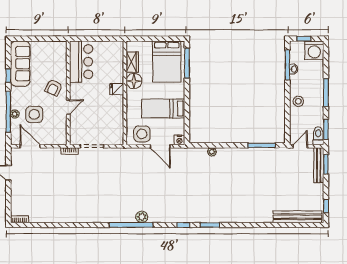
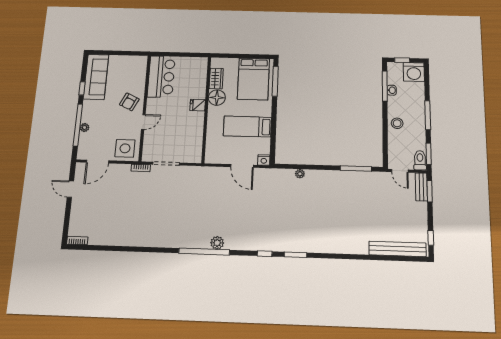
side table: (34, 114) -> (125, 148), moved
side table: (142, 134) -> (222, 152), removed
door: (30, 146) -> (98, 162), swing flipped
door: (300, 146) -> (400, 171), swing flipped
bench: (319, 165) -> (421, 187), width x0.73

